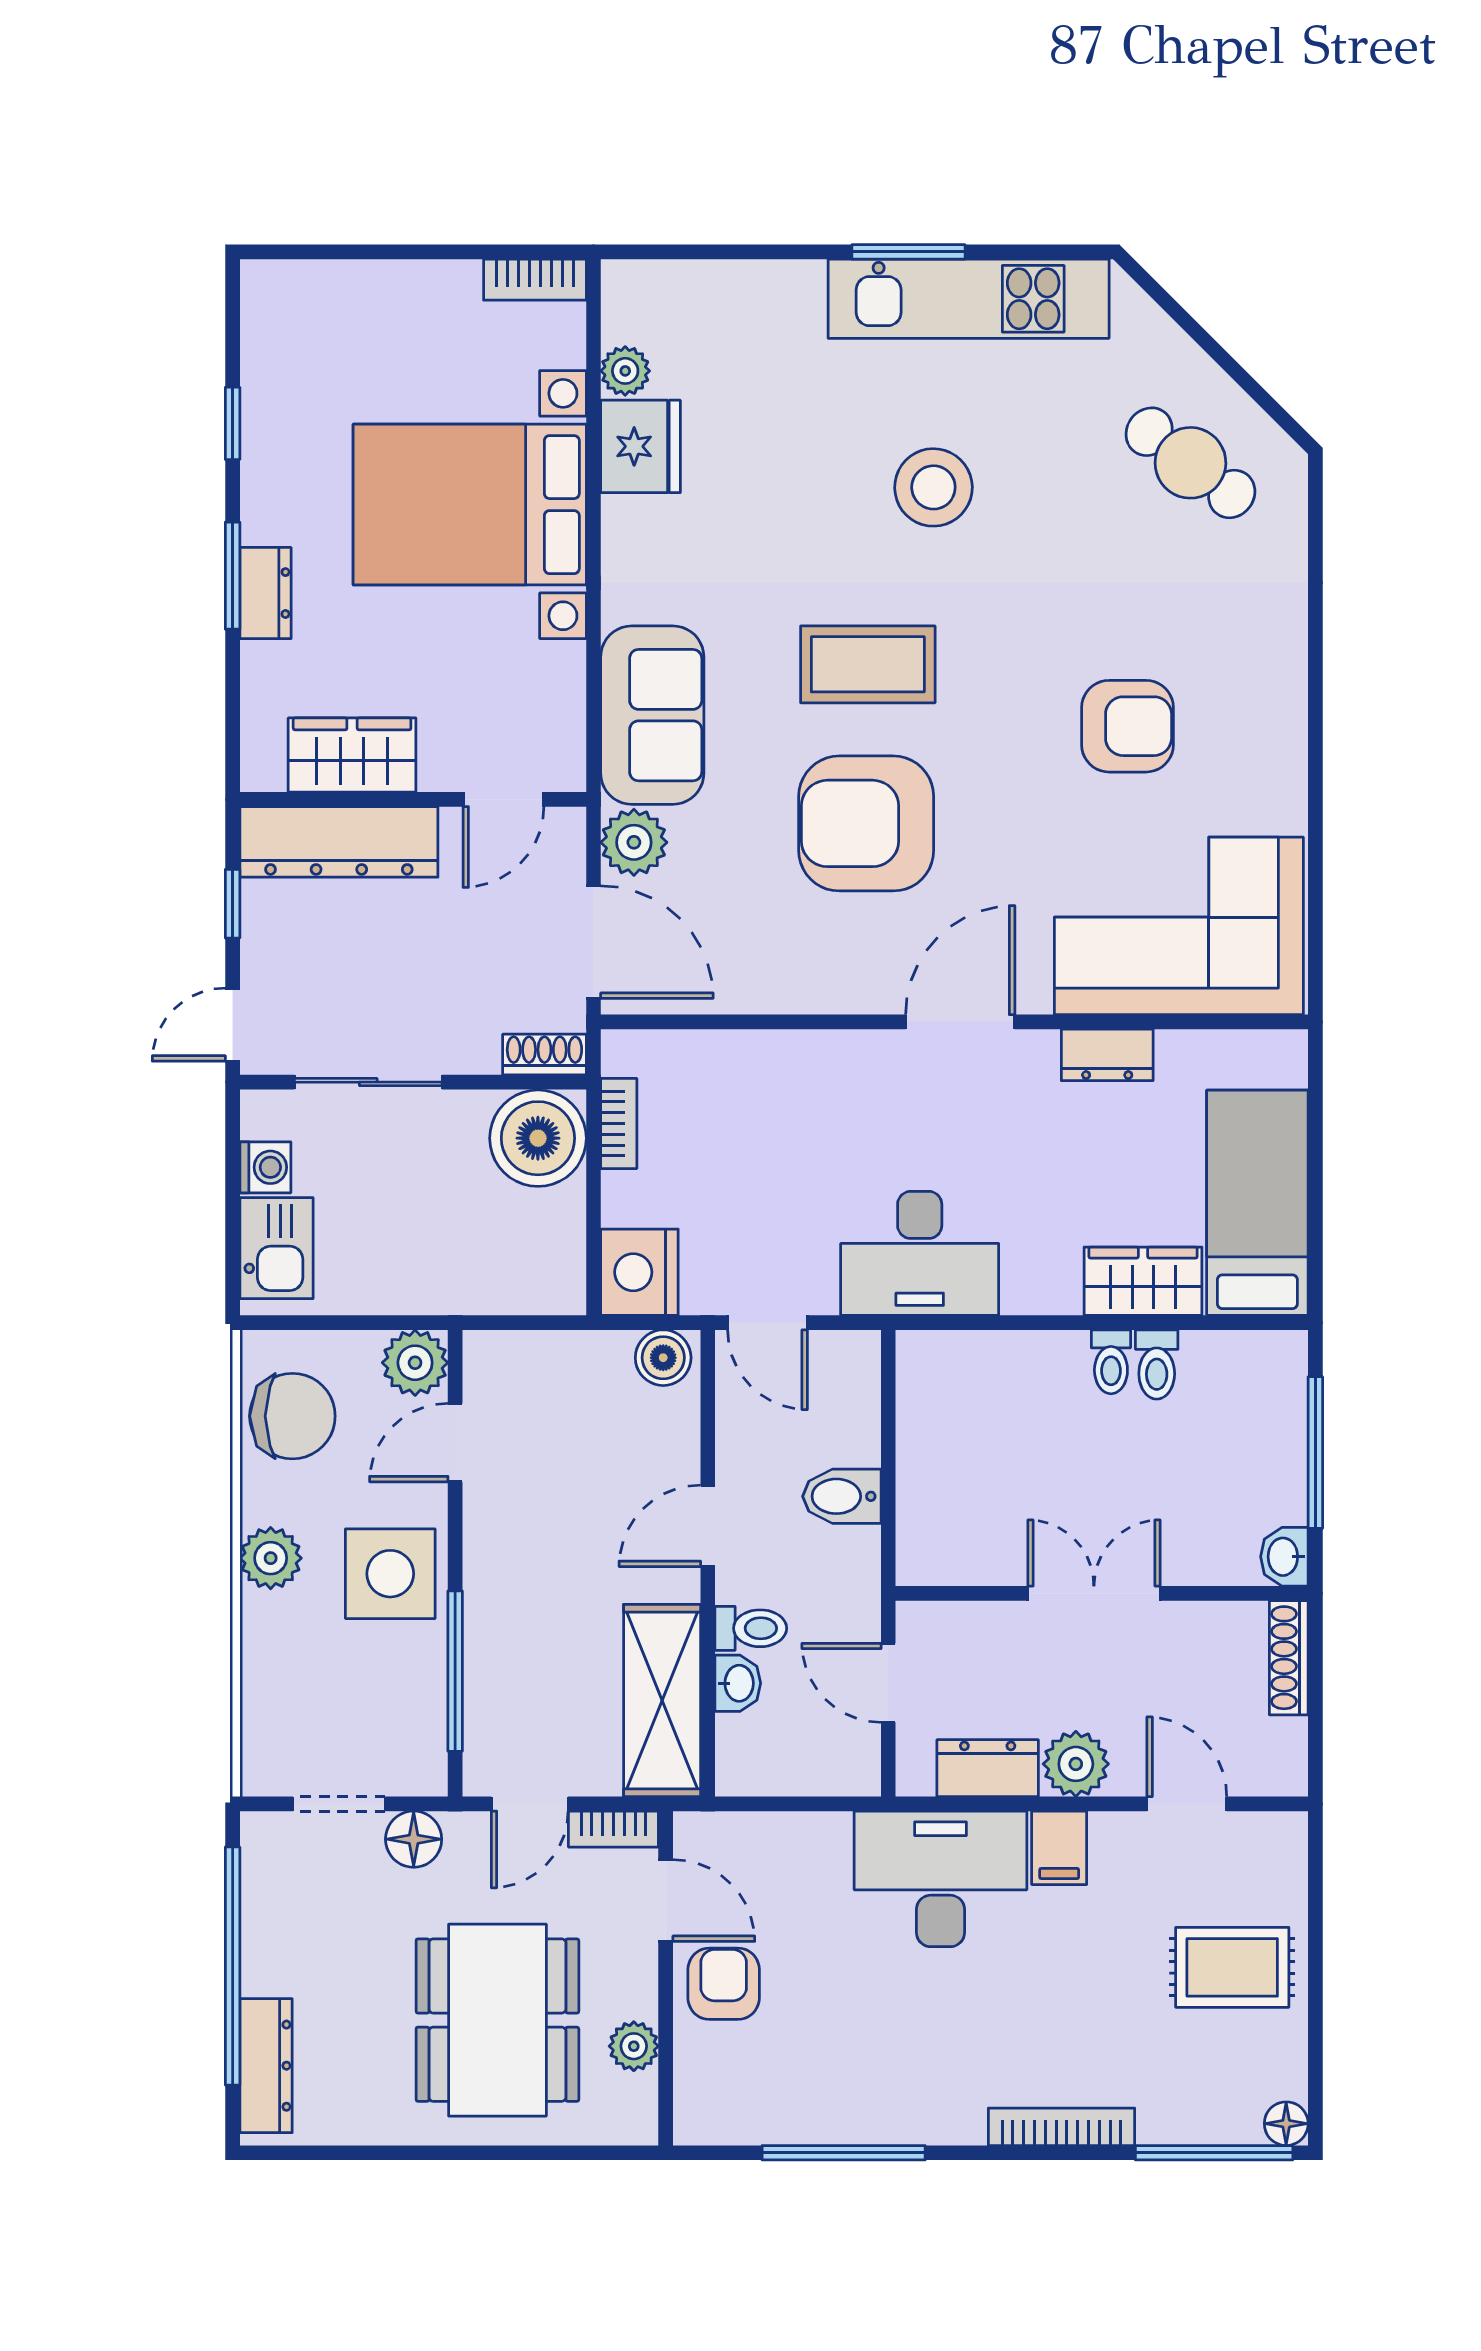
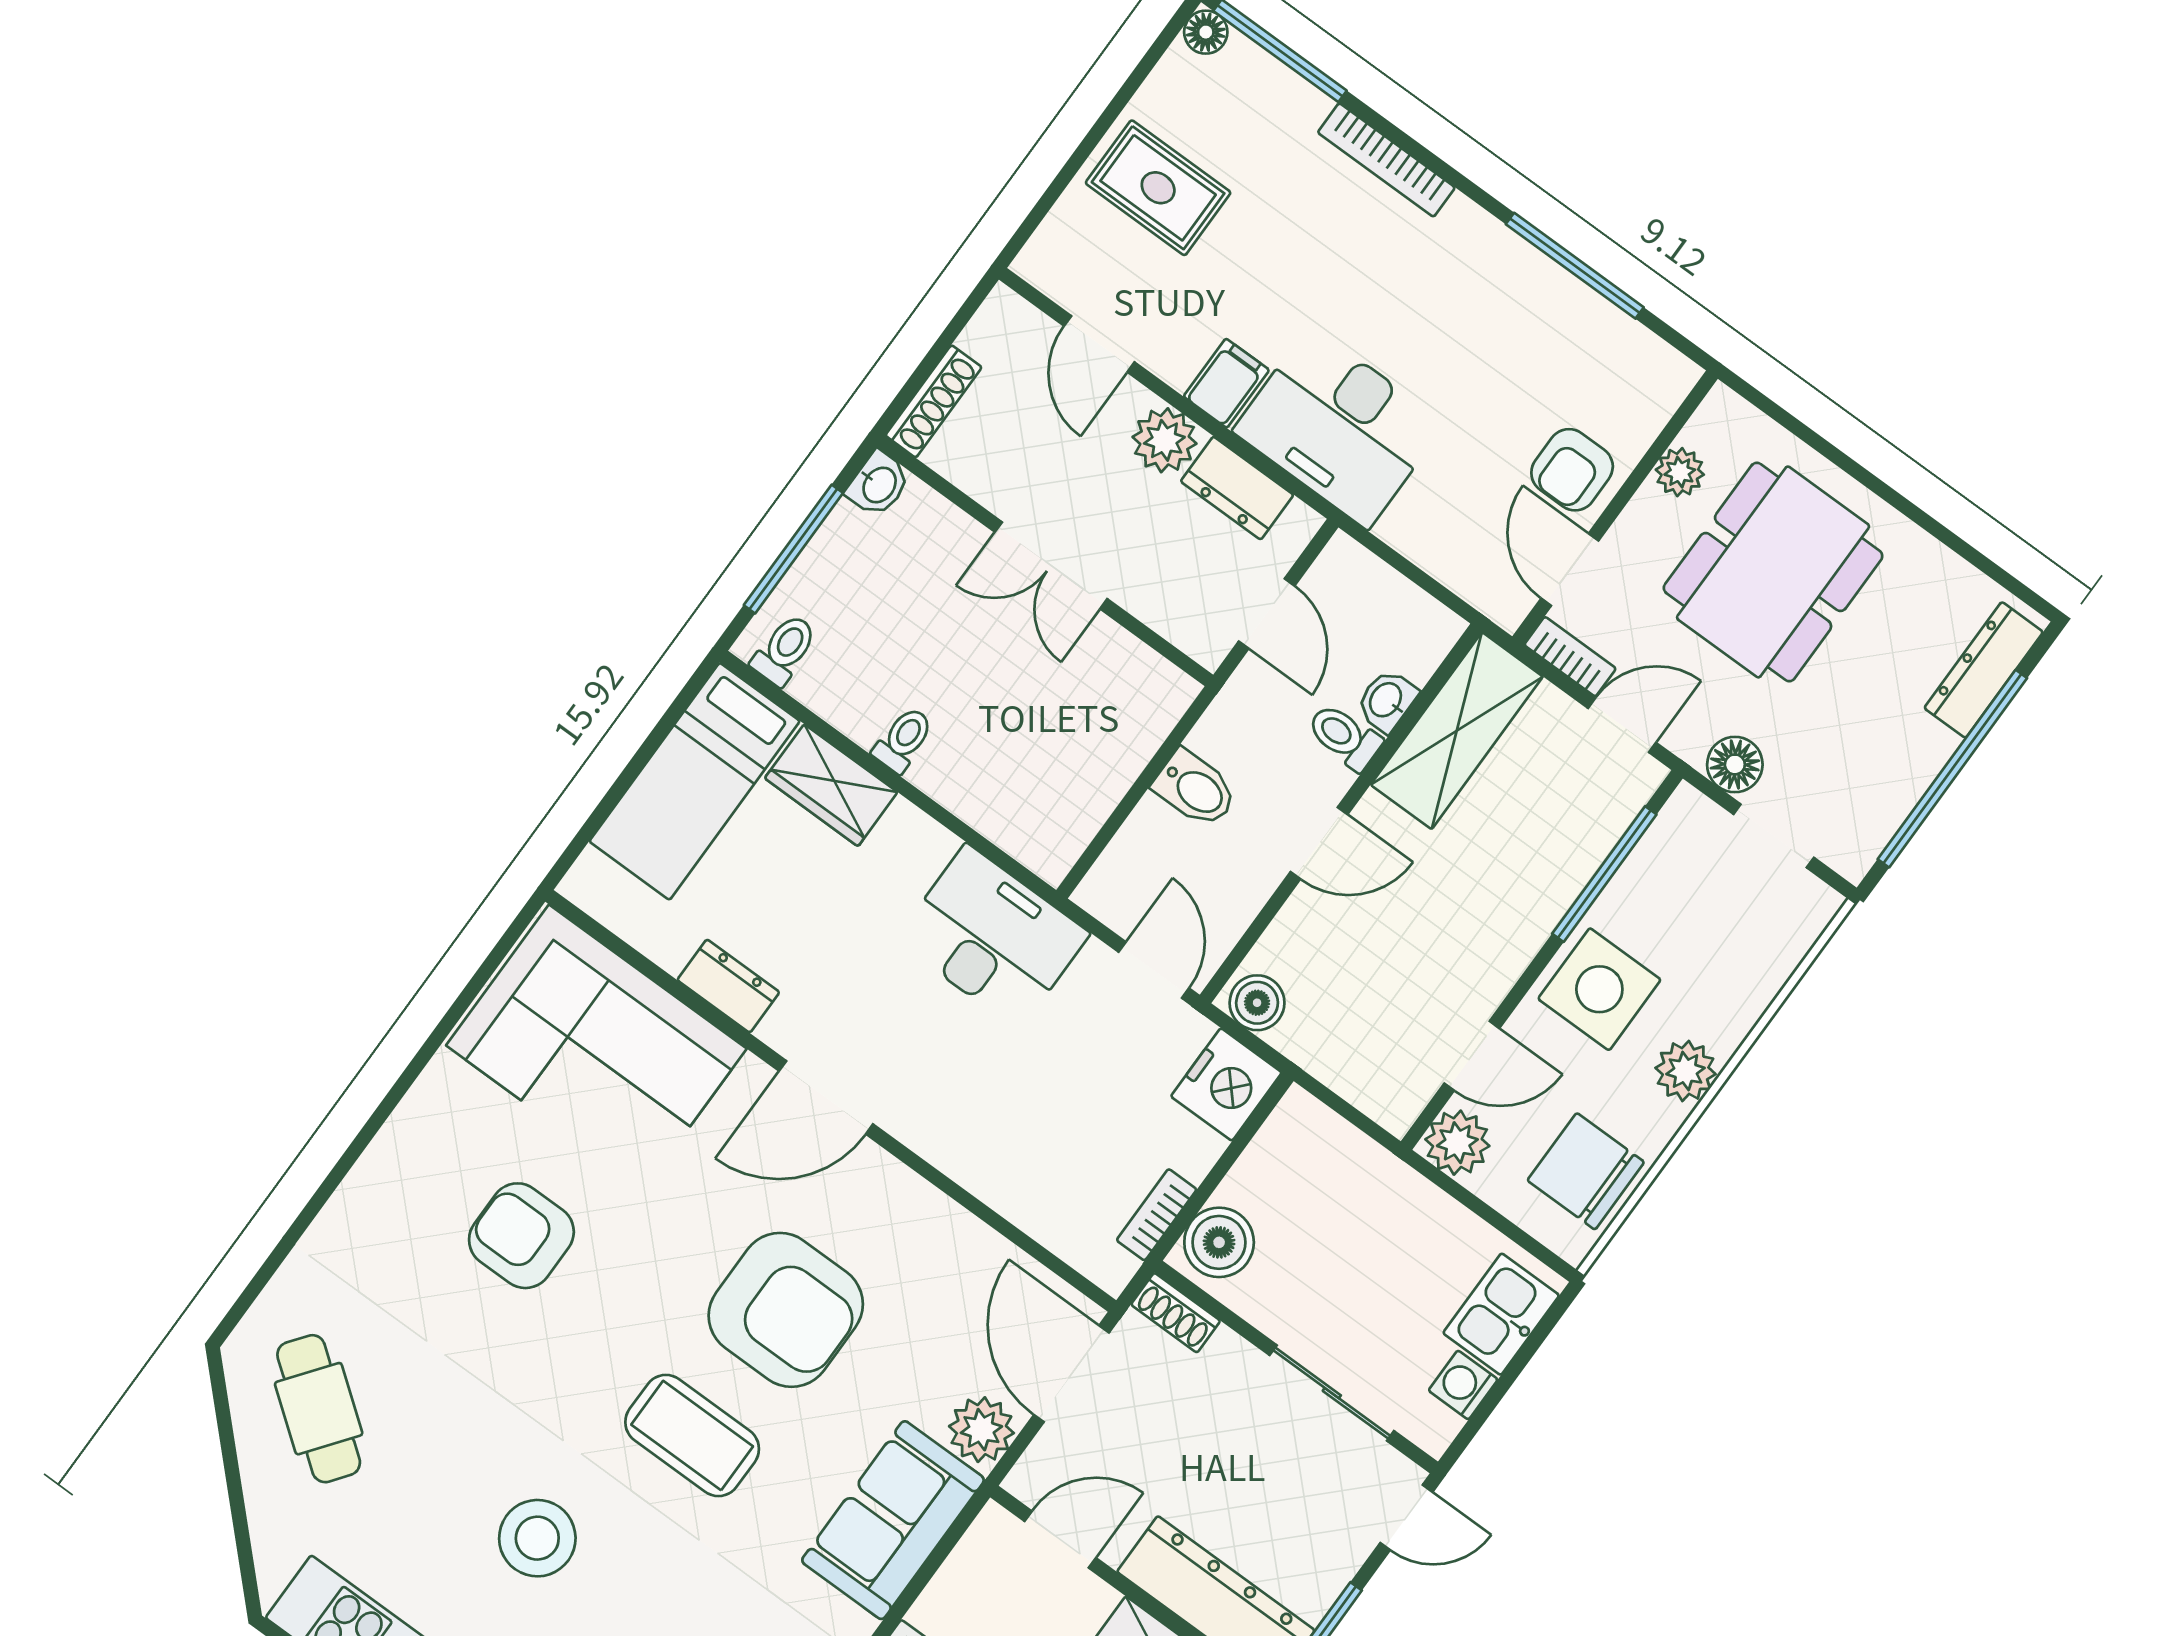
boiler: (538, 1138) -> (1219, 1242), width x0.73, depth x0.73
toilet: (1157, 1365) -> (784, 650), moved

